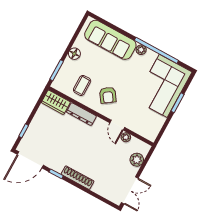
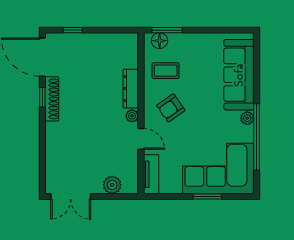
floor lamp: (74, 54) -> (160, 41), moved
wardrobe: (56, 102) -> (128, 50), removed
door: (117, 125) -> (141, 139), swing flipped
tv unit: (144, 131) -> (151, 174), added
plant: (126, 137) -> (132, 116), moved
shoe rack: (78, 178) -> (52, 99), moved

